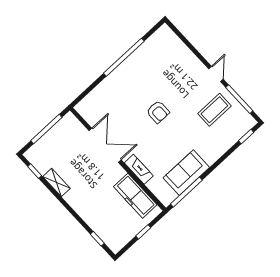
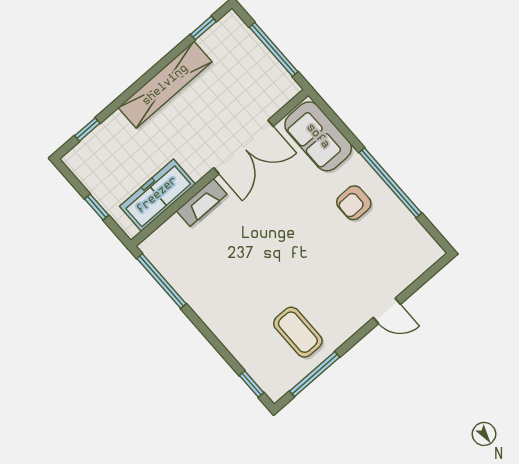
door: (216, 74) -> (387, 311), moved
armchair: (158, 112) -> (354, 203), moved
sofa: (186, 173) -> (318, 136), moved, turned 180
shelving: (56, 182) -> (165, 85), width x2.20, depth x1.33

